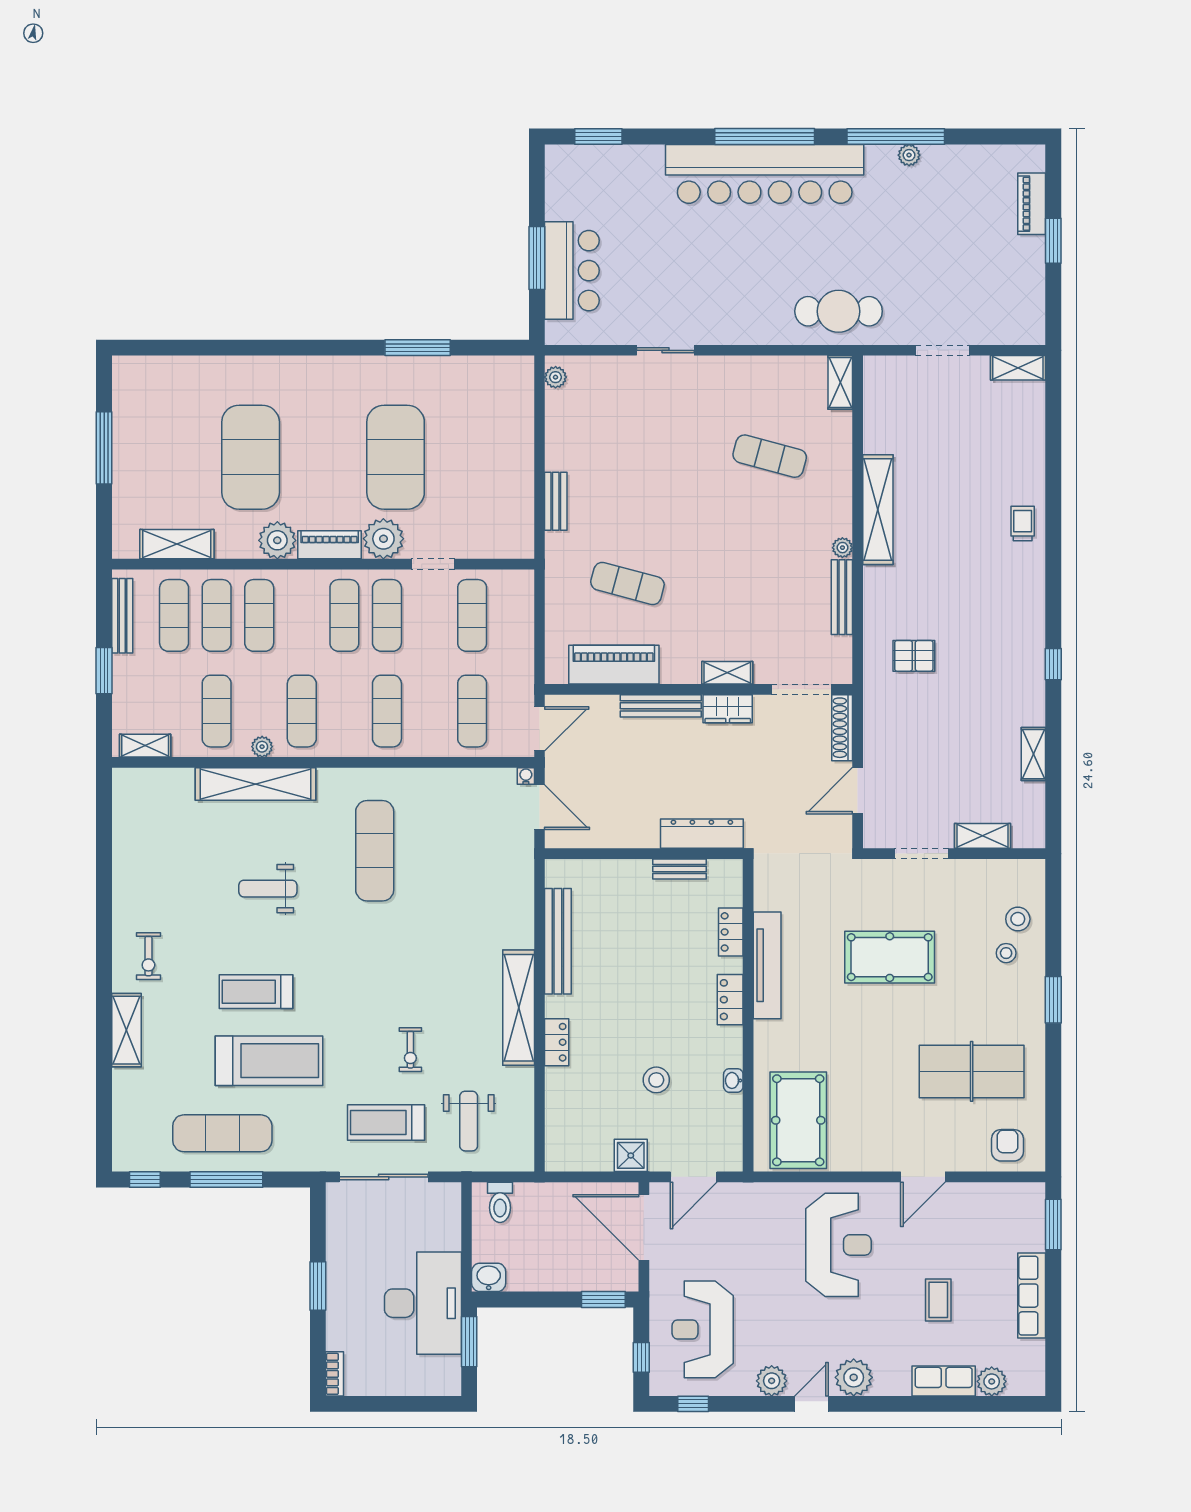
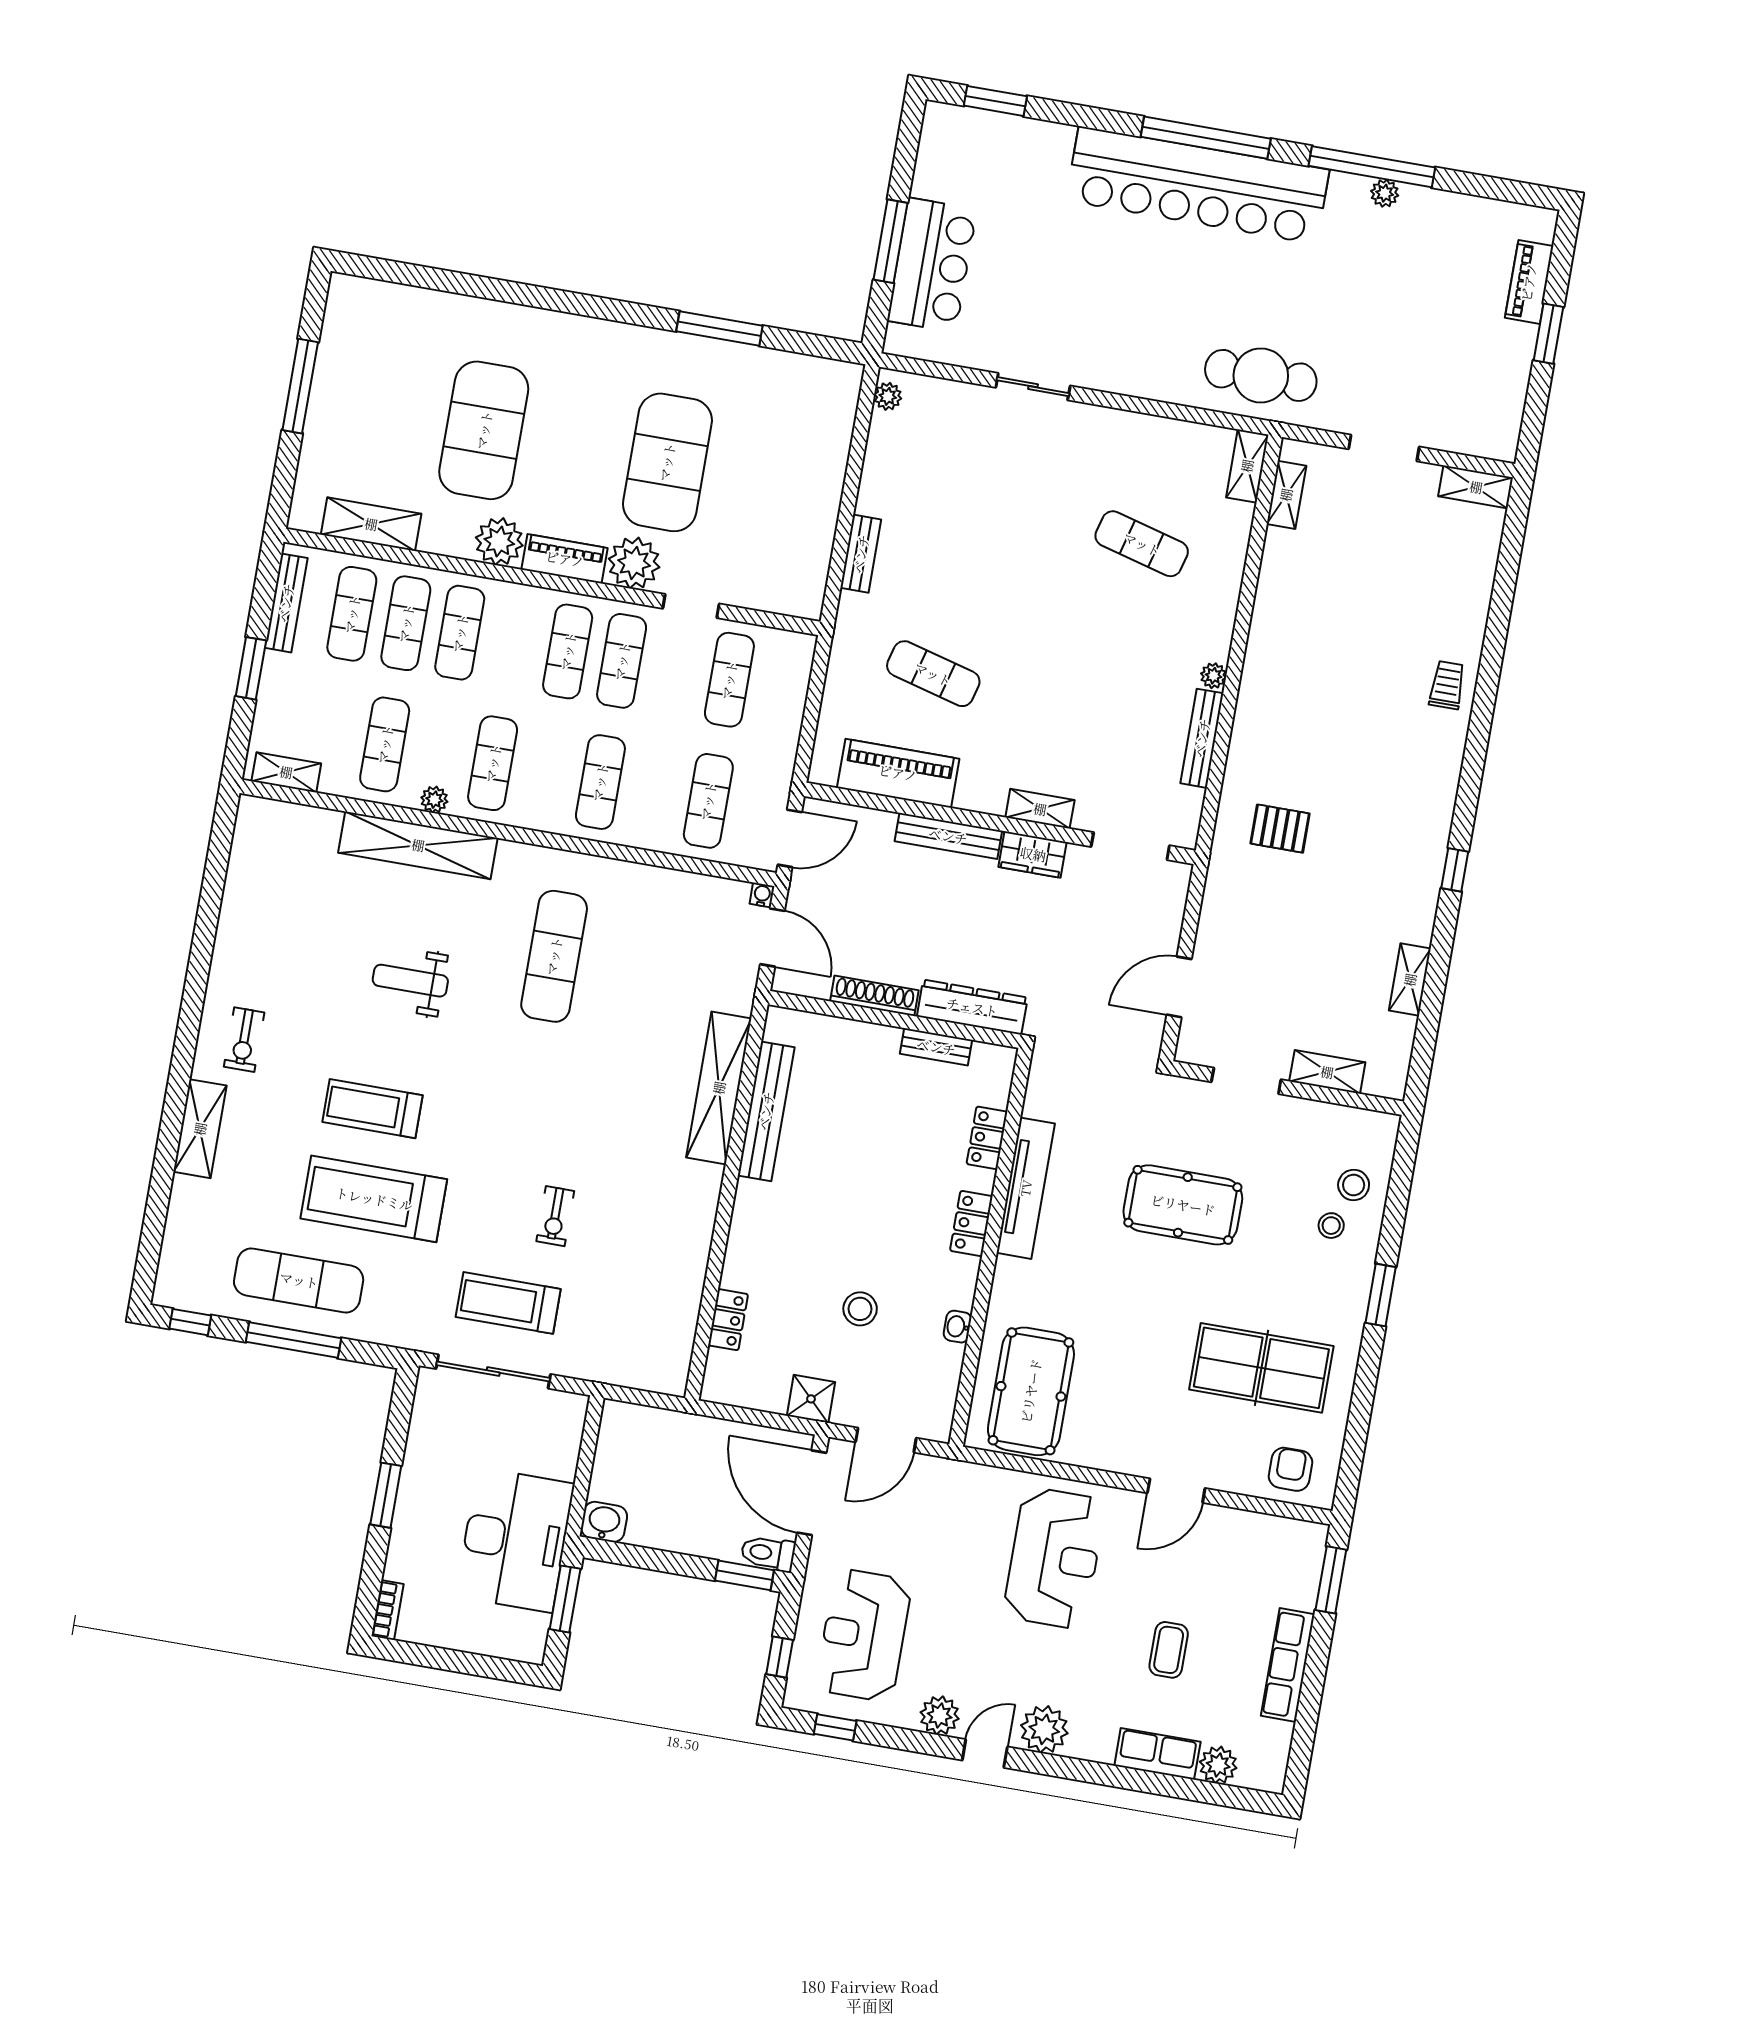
shelving: (878, 510) -> (1286, 495), moved, width x0.45, depth x0.75
shoe rack: (842, 728) -> (874, 996), moved, turned 90
shelving: (519, 1008) -> (719, 1088), moved
locker: (557, 1042) -> (728, 1320), moved
treadmill: (269, 1061) -> (374, 1199), turned 180
weight bench: (469, 1121) -> (613, 1319), removed
toilet: (500, 1202) -> (768, 1553), moved, turned 90

